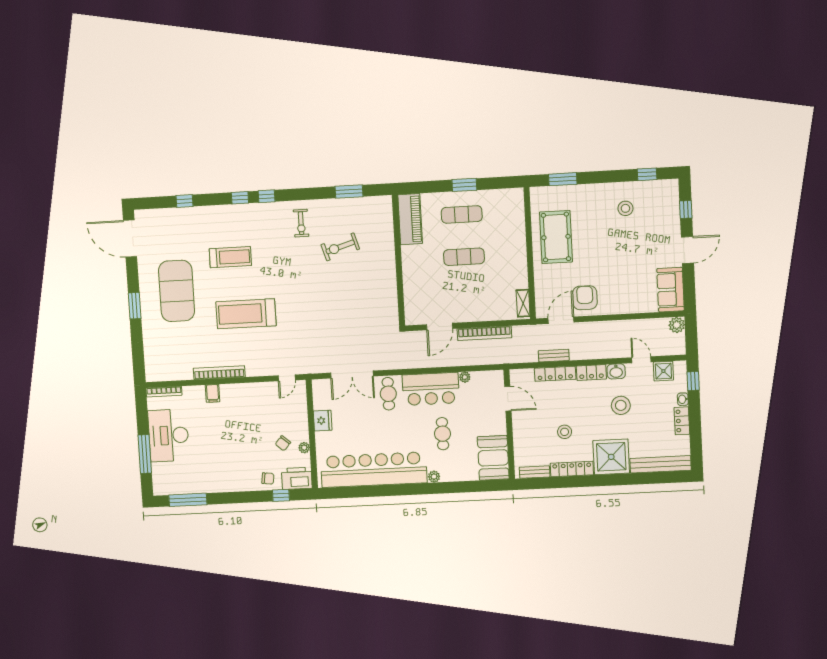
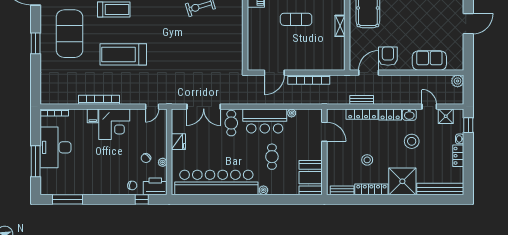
sofa: (671, 290) -> (429, 61), moved, turned 90
shelving: (523, 303) -> (340, 26), moved
corner desk: (240, 403) -> (114, 124), added

